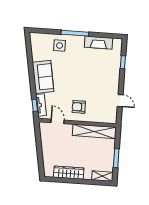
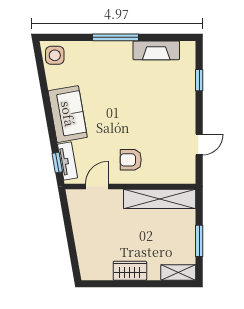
side table: (60, 45) -> (55, 55), moved
door: (120, 101) -> (199, 145), hinge flipped
door: (58, 121) -> (97, 186), hinge flipped
wardrobe: (69, 173) -> (130, 271), width x0.67

